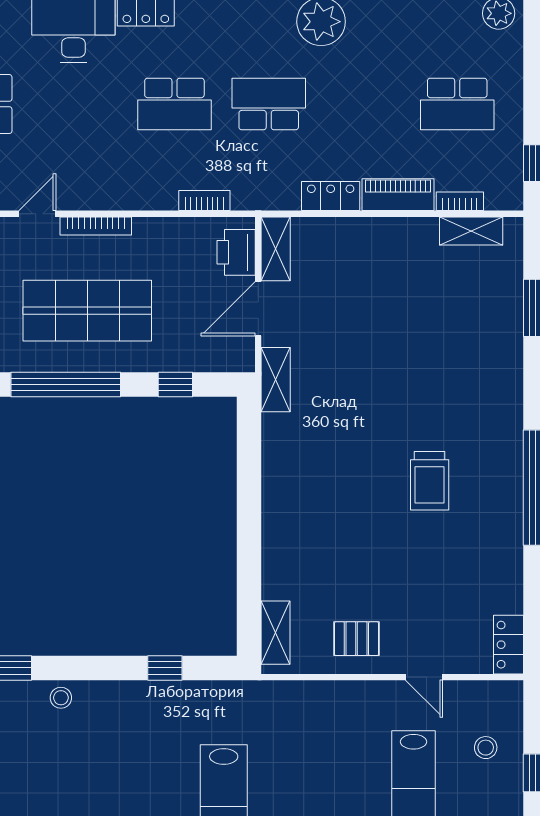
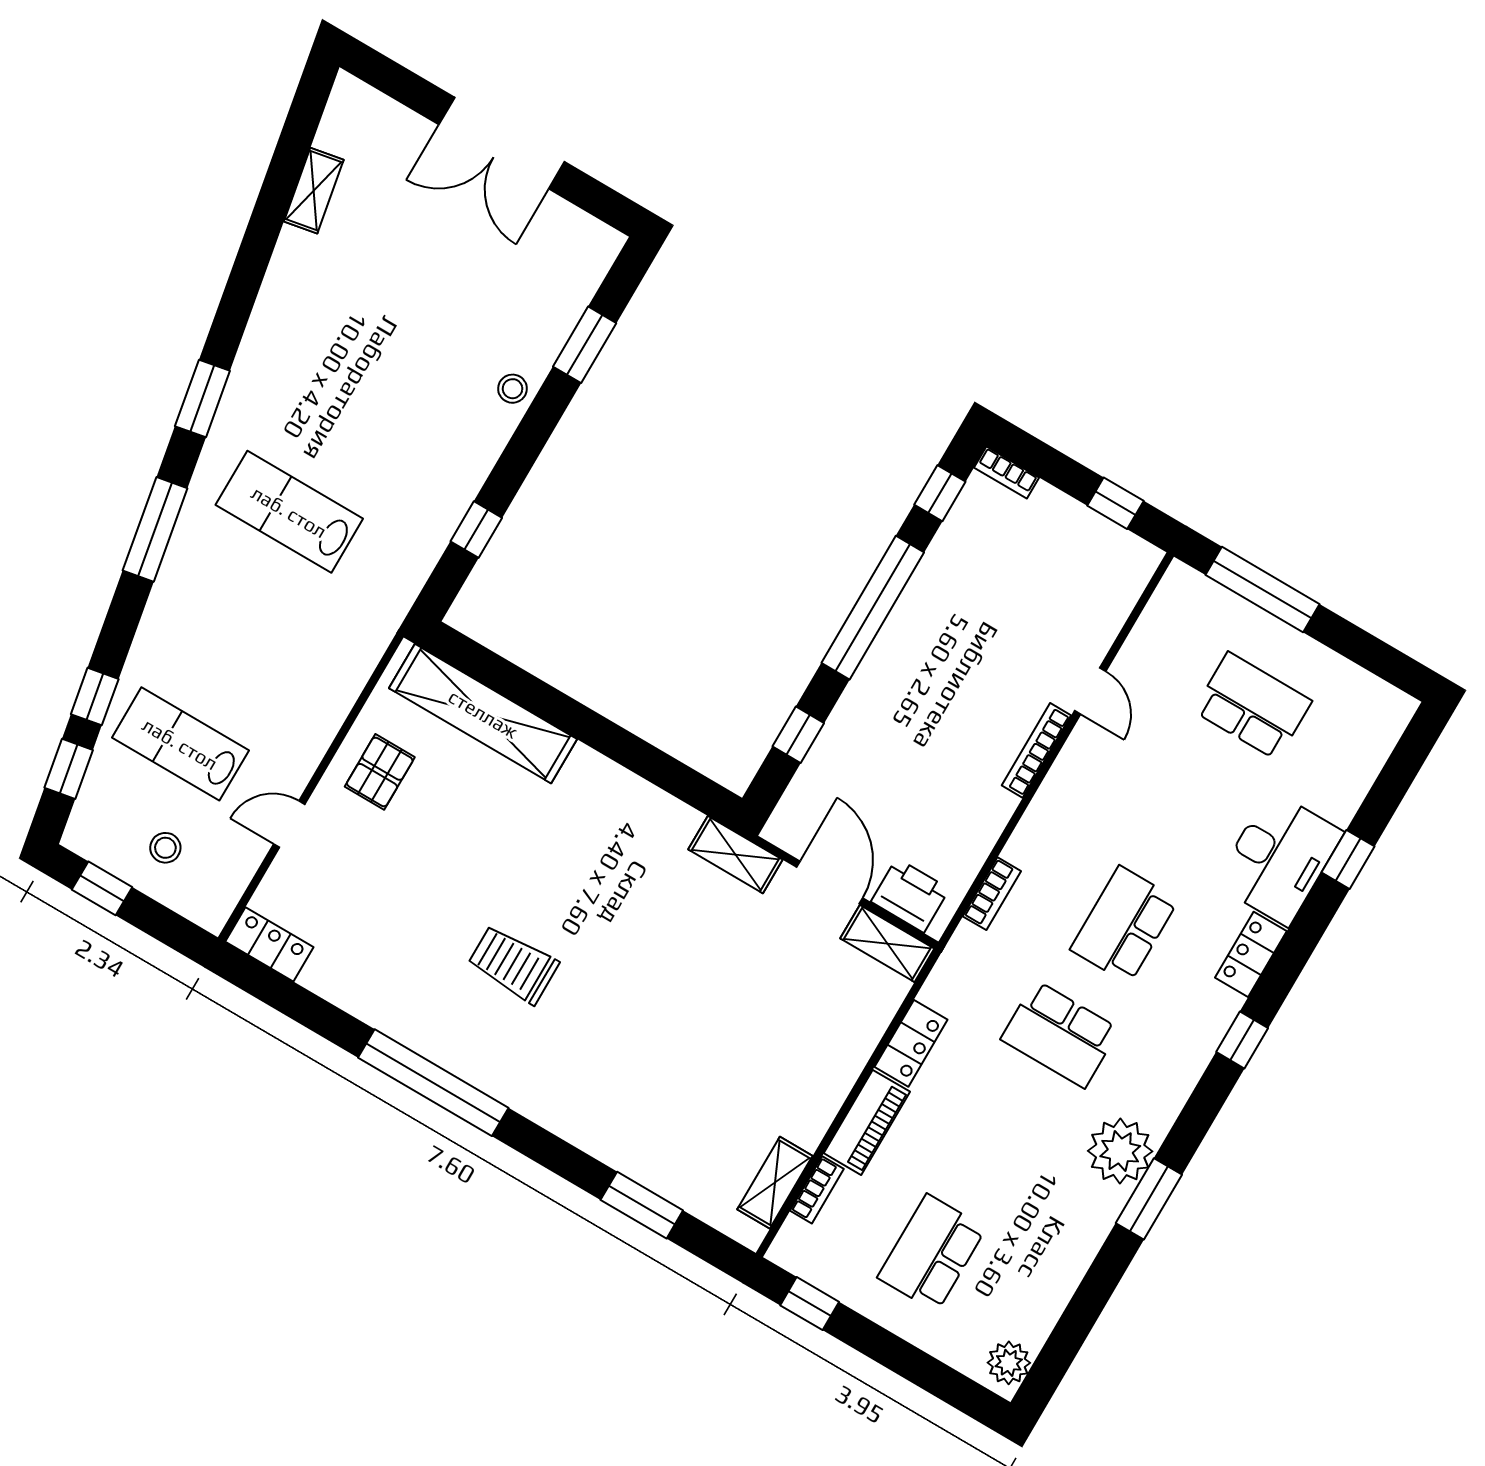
school desk: (269, 104) -> (1060, 1034), turned 90
shop shelf: (87, 311) -> (944, 683), removed
shelving: (276, 633) -> (483, 714), width x2.20, depth x1.33

